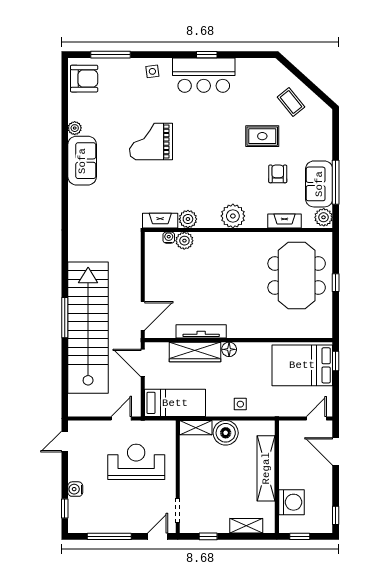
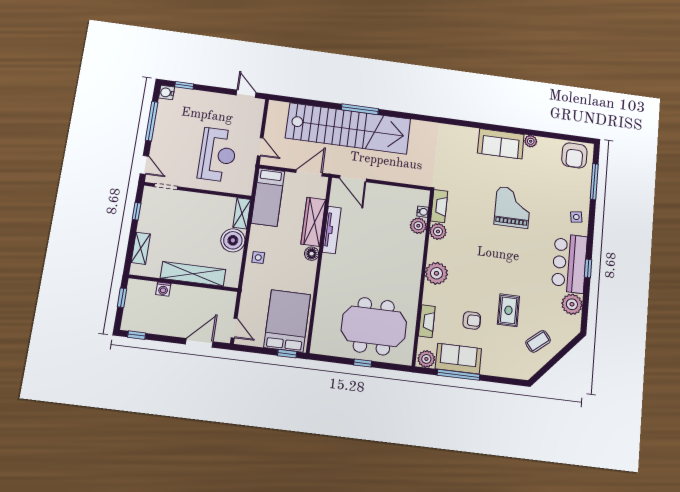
plant: (247, 69) -> (572, 304), added
water cooler: (75, 489) -> (167, 93), moved, turned -90
washing machine: (291, 502) -> (163, 289), width x0.53, depth x0.53

